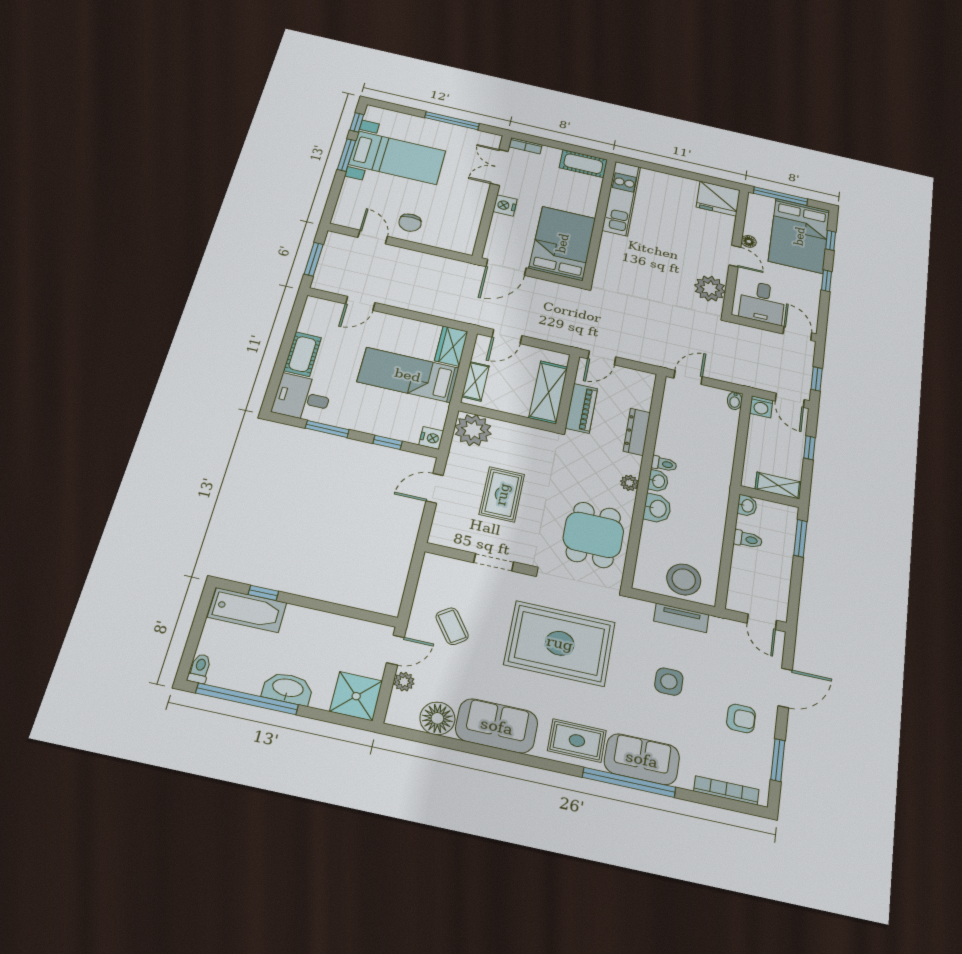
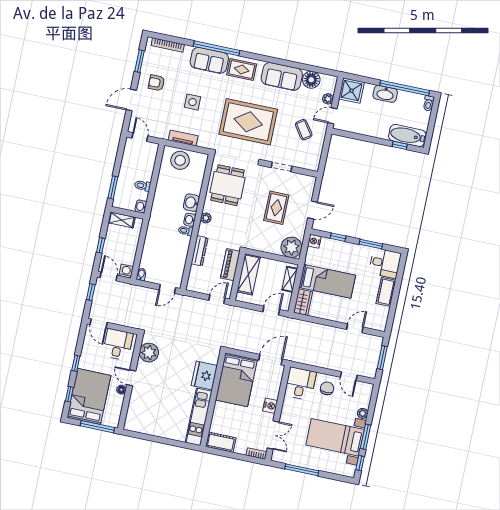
plant: (350, 186) -> (363, 413), added
fridge: (718, 199) -> (204, 376), moved, turned -90
desk: (455, 232) -> (300, 384), added

